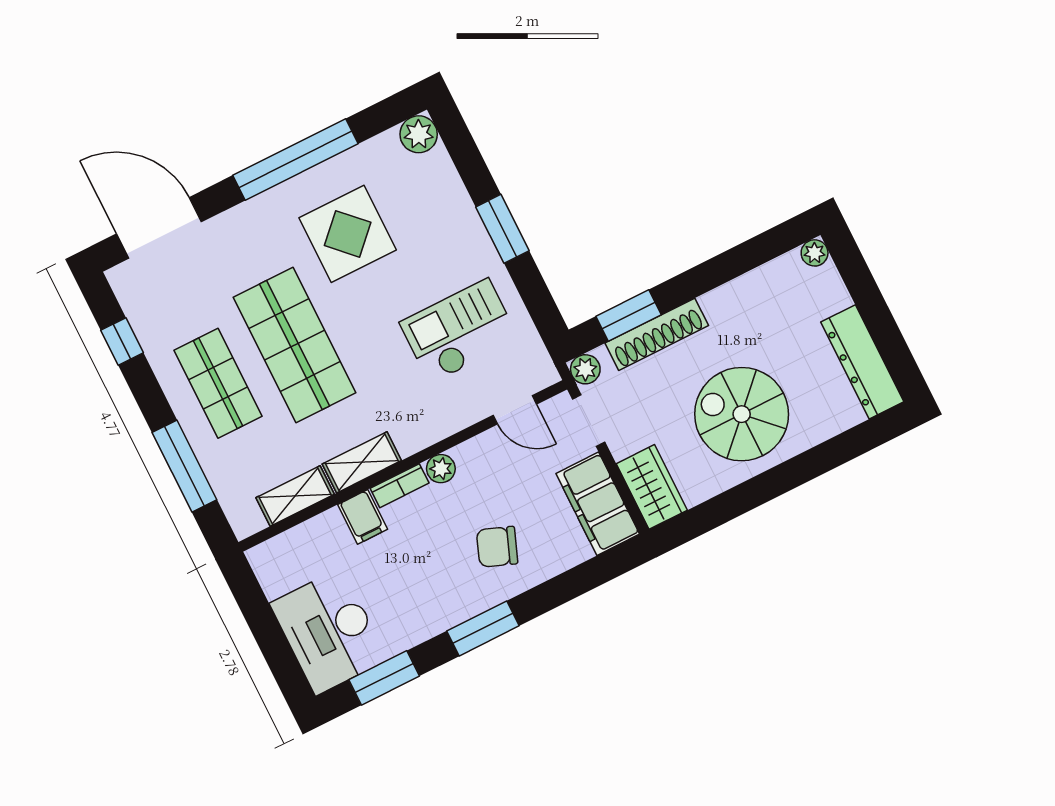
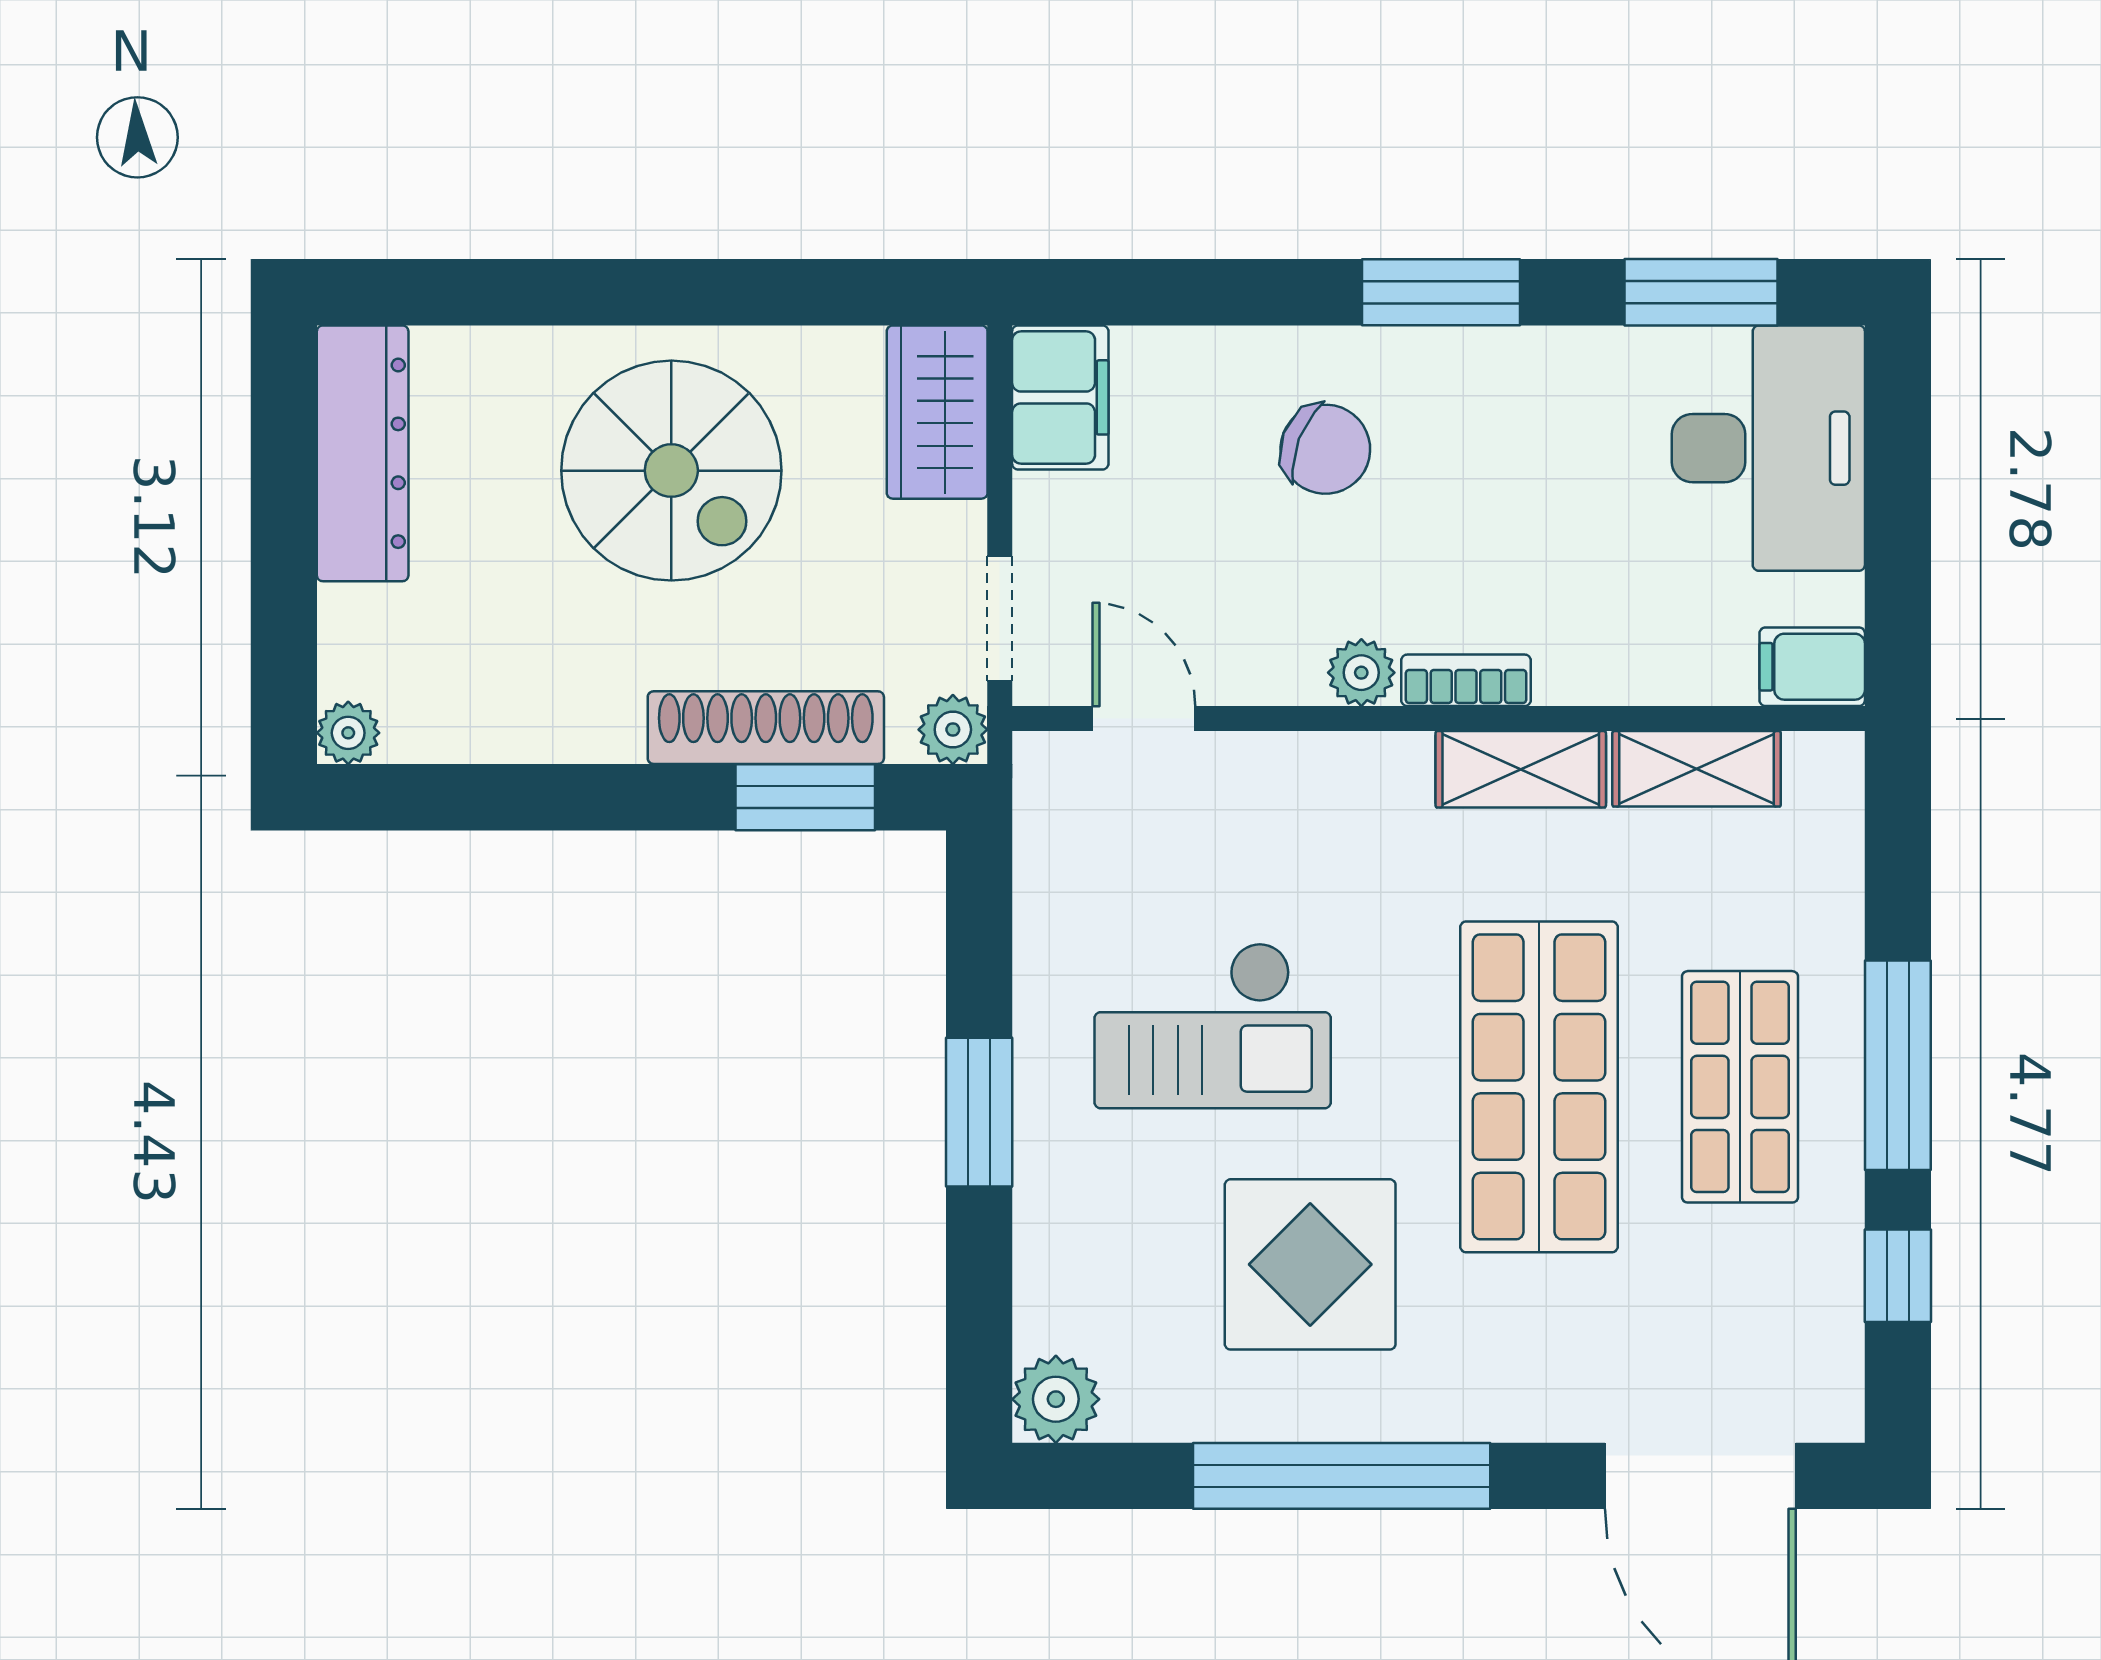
checkout: (459, 331) -> (1213, 1025), moved
window: (184, 466) -> (1898, 1065), moved
filing cabinet: (598, 504) -> (1060, 397), width x0.67, depth x0.86
filing cabinet: (363, 517) -> (1812, 667), moved, turned -90

